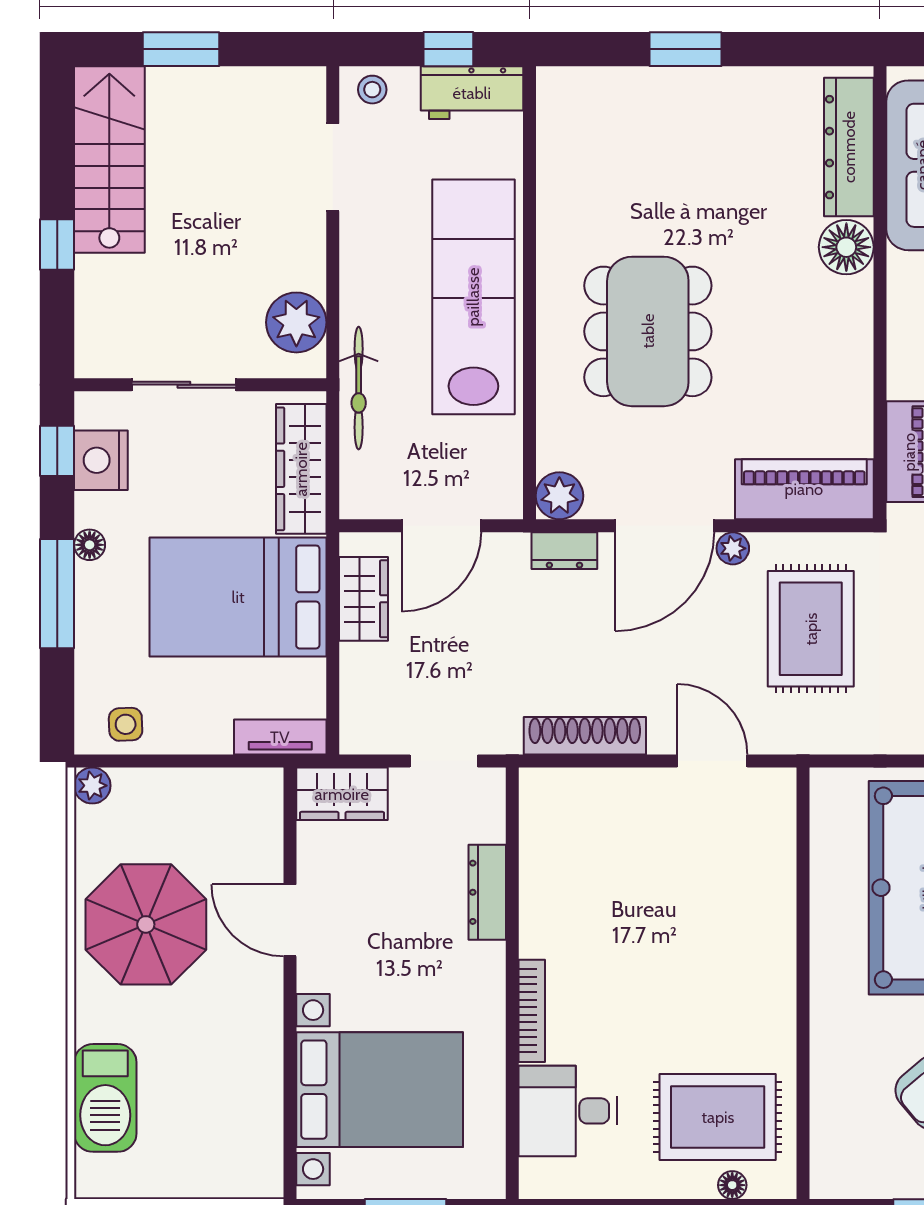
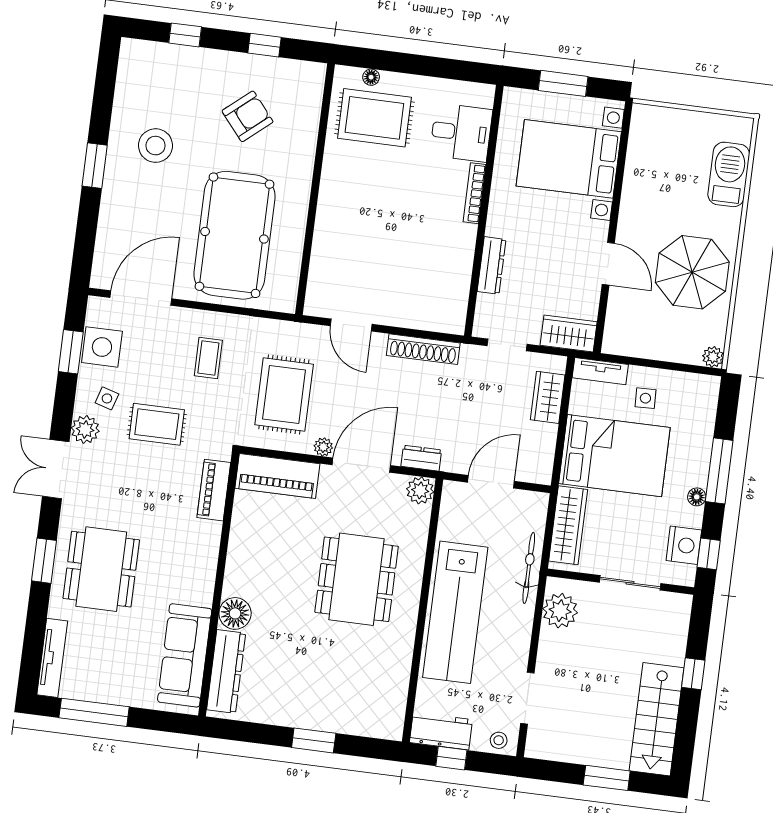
wardrobe: (364, 599) -> (548, 397), moved
side table: (126, 724) -> (645, 398), moved

